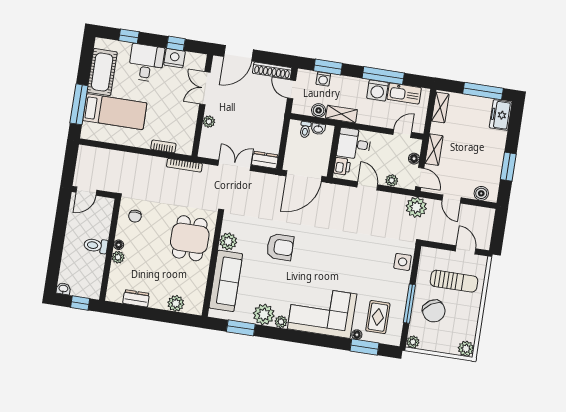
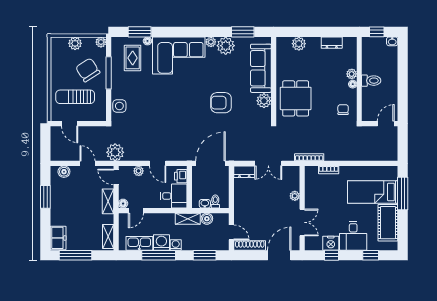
washing machine: (323, 79) -> (176, 245), moved
floor lamp: (414, 159) -> (123, 204), moved
plant: (466, 349) -> (75, 43), moved

